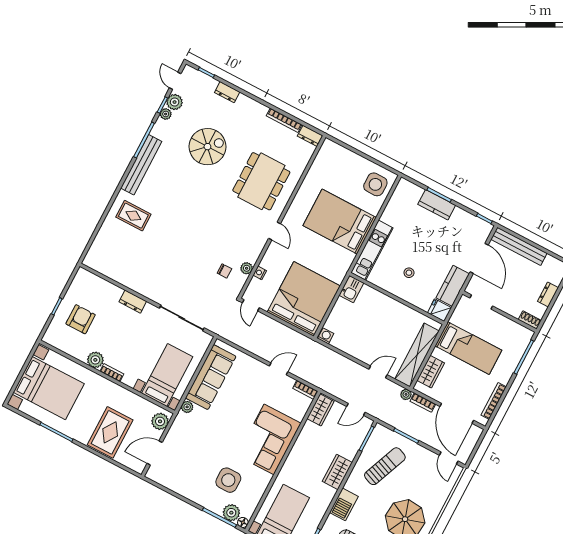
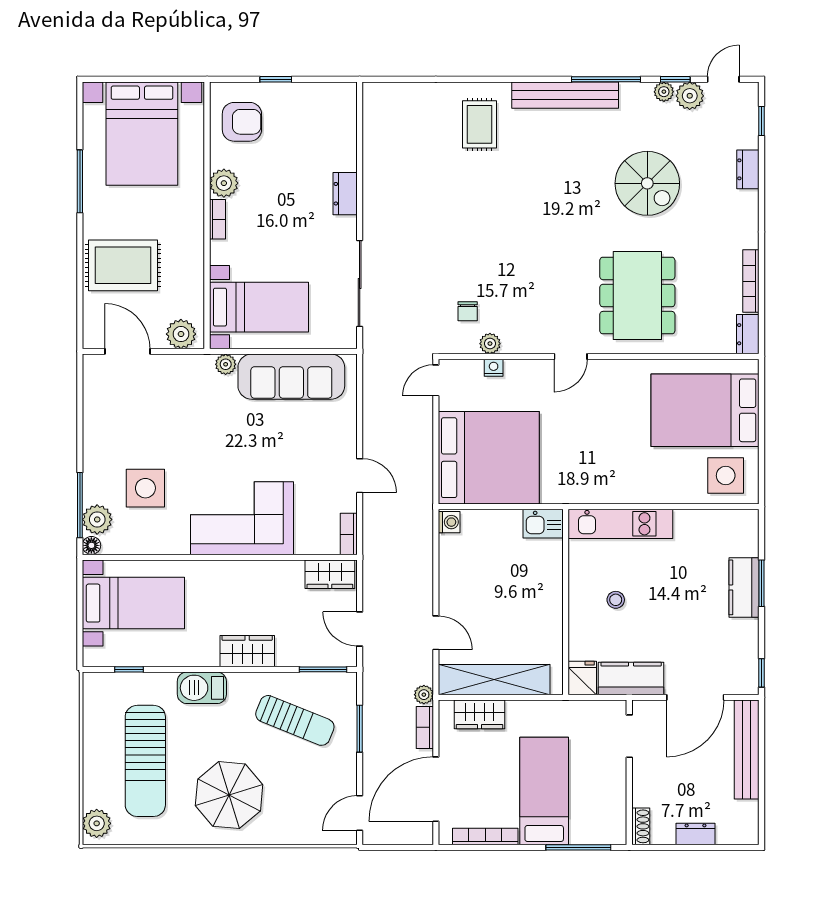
dining table: (261, 181) -> (637, 296), turned 90
bed: (340, 222) -> (705, 410), moved, turned -90
armchair: (81, 319) -> (242, 122), moved
bed: (468, 348) -> (544, 791), moved, turned 180

